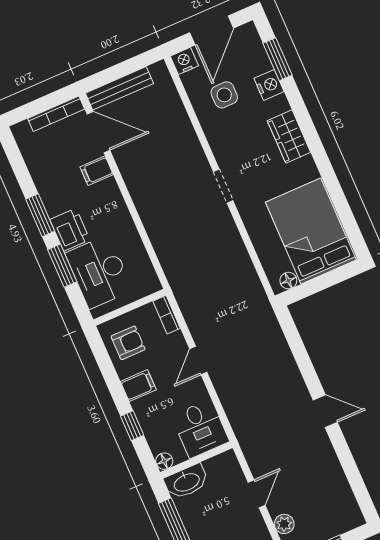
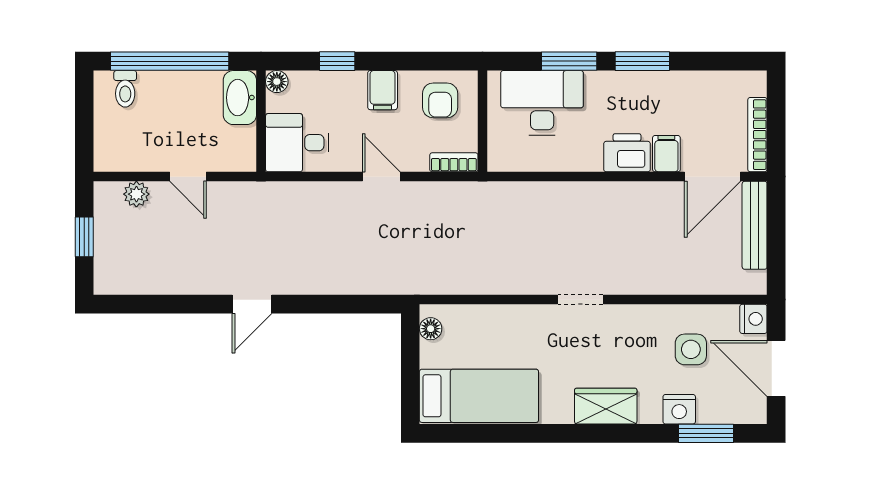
printer: (70, 230) -> (627, 153), moved, turned 180
bed: (311, 231) -> (479, 396), width x0.67

